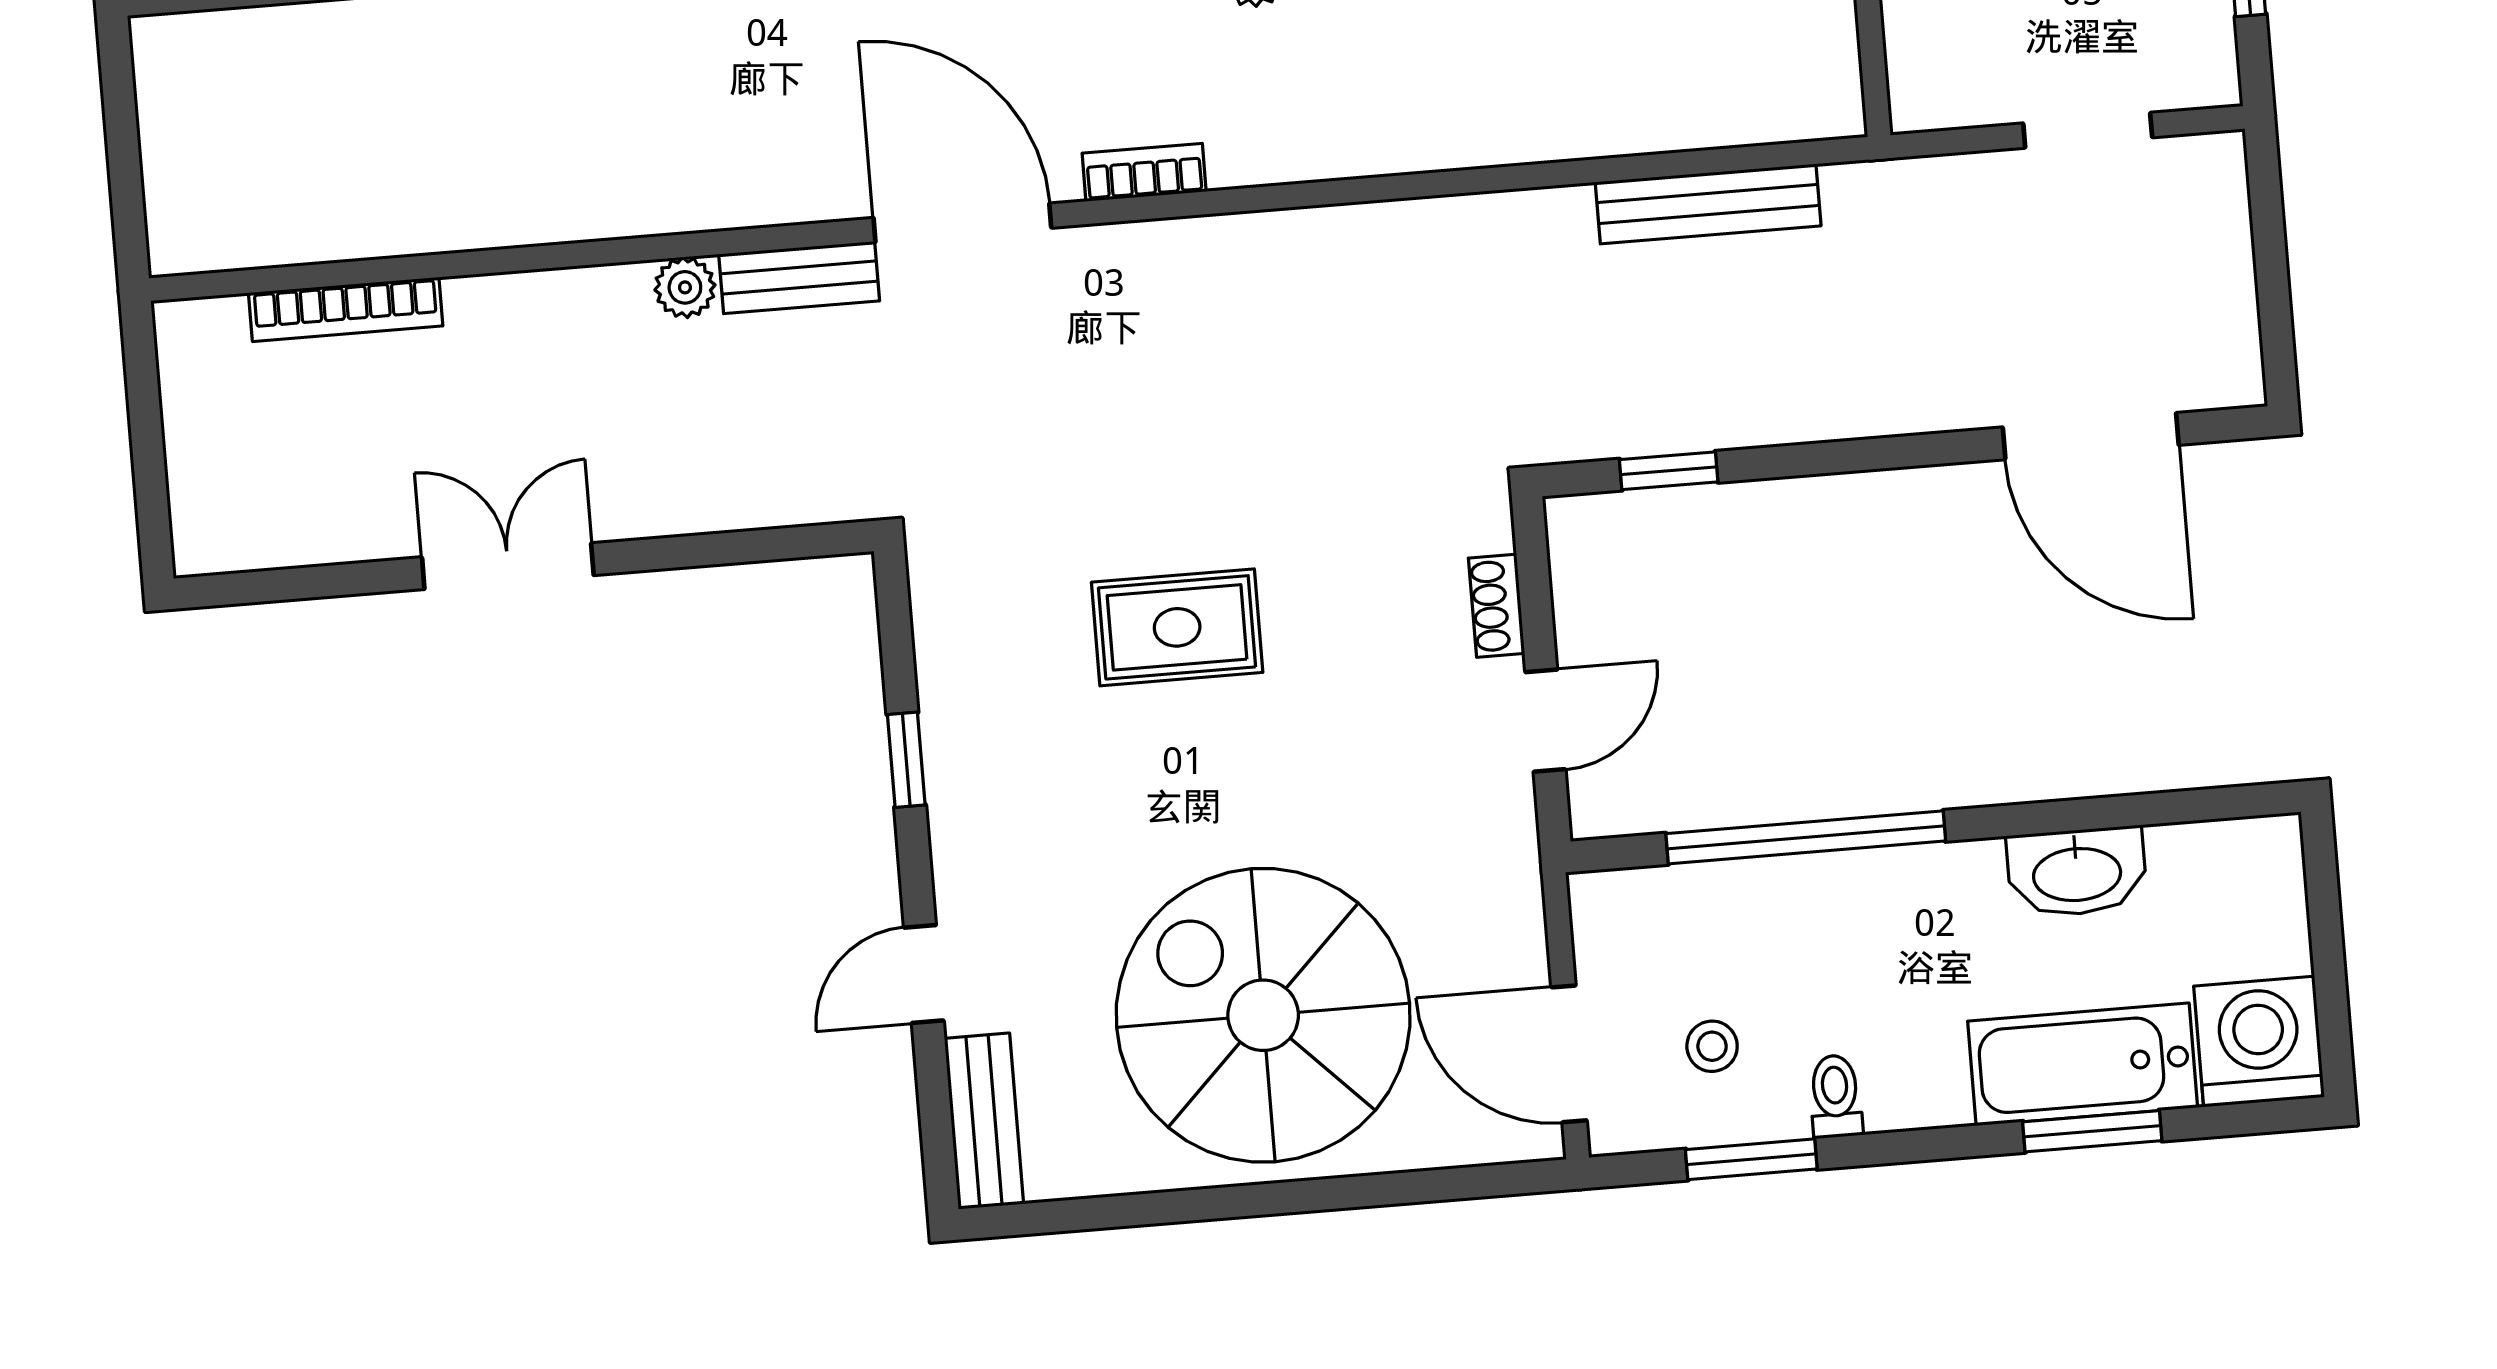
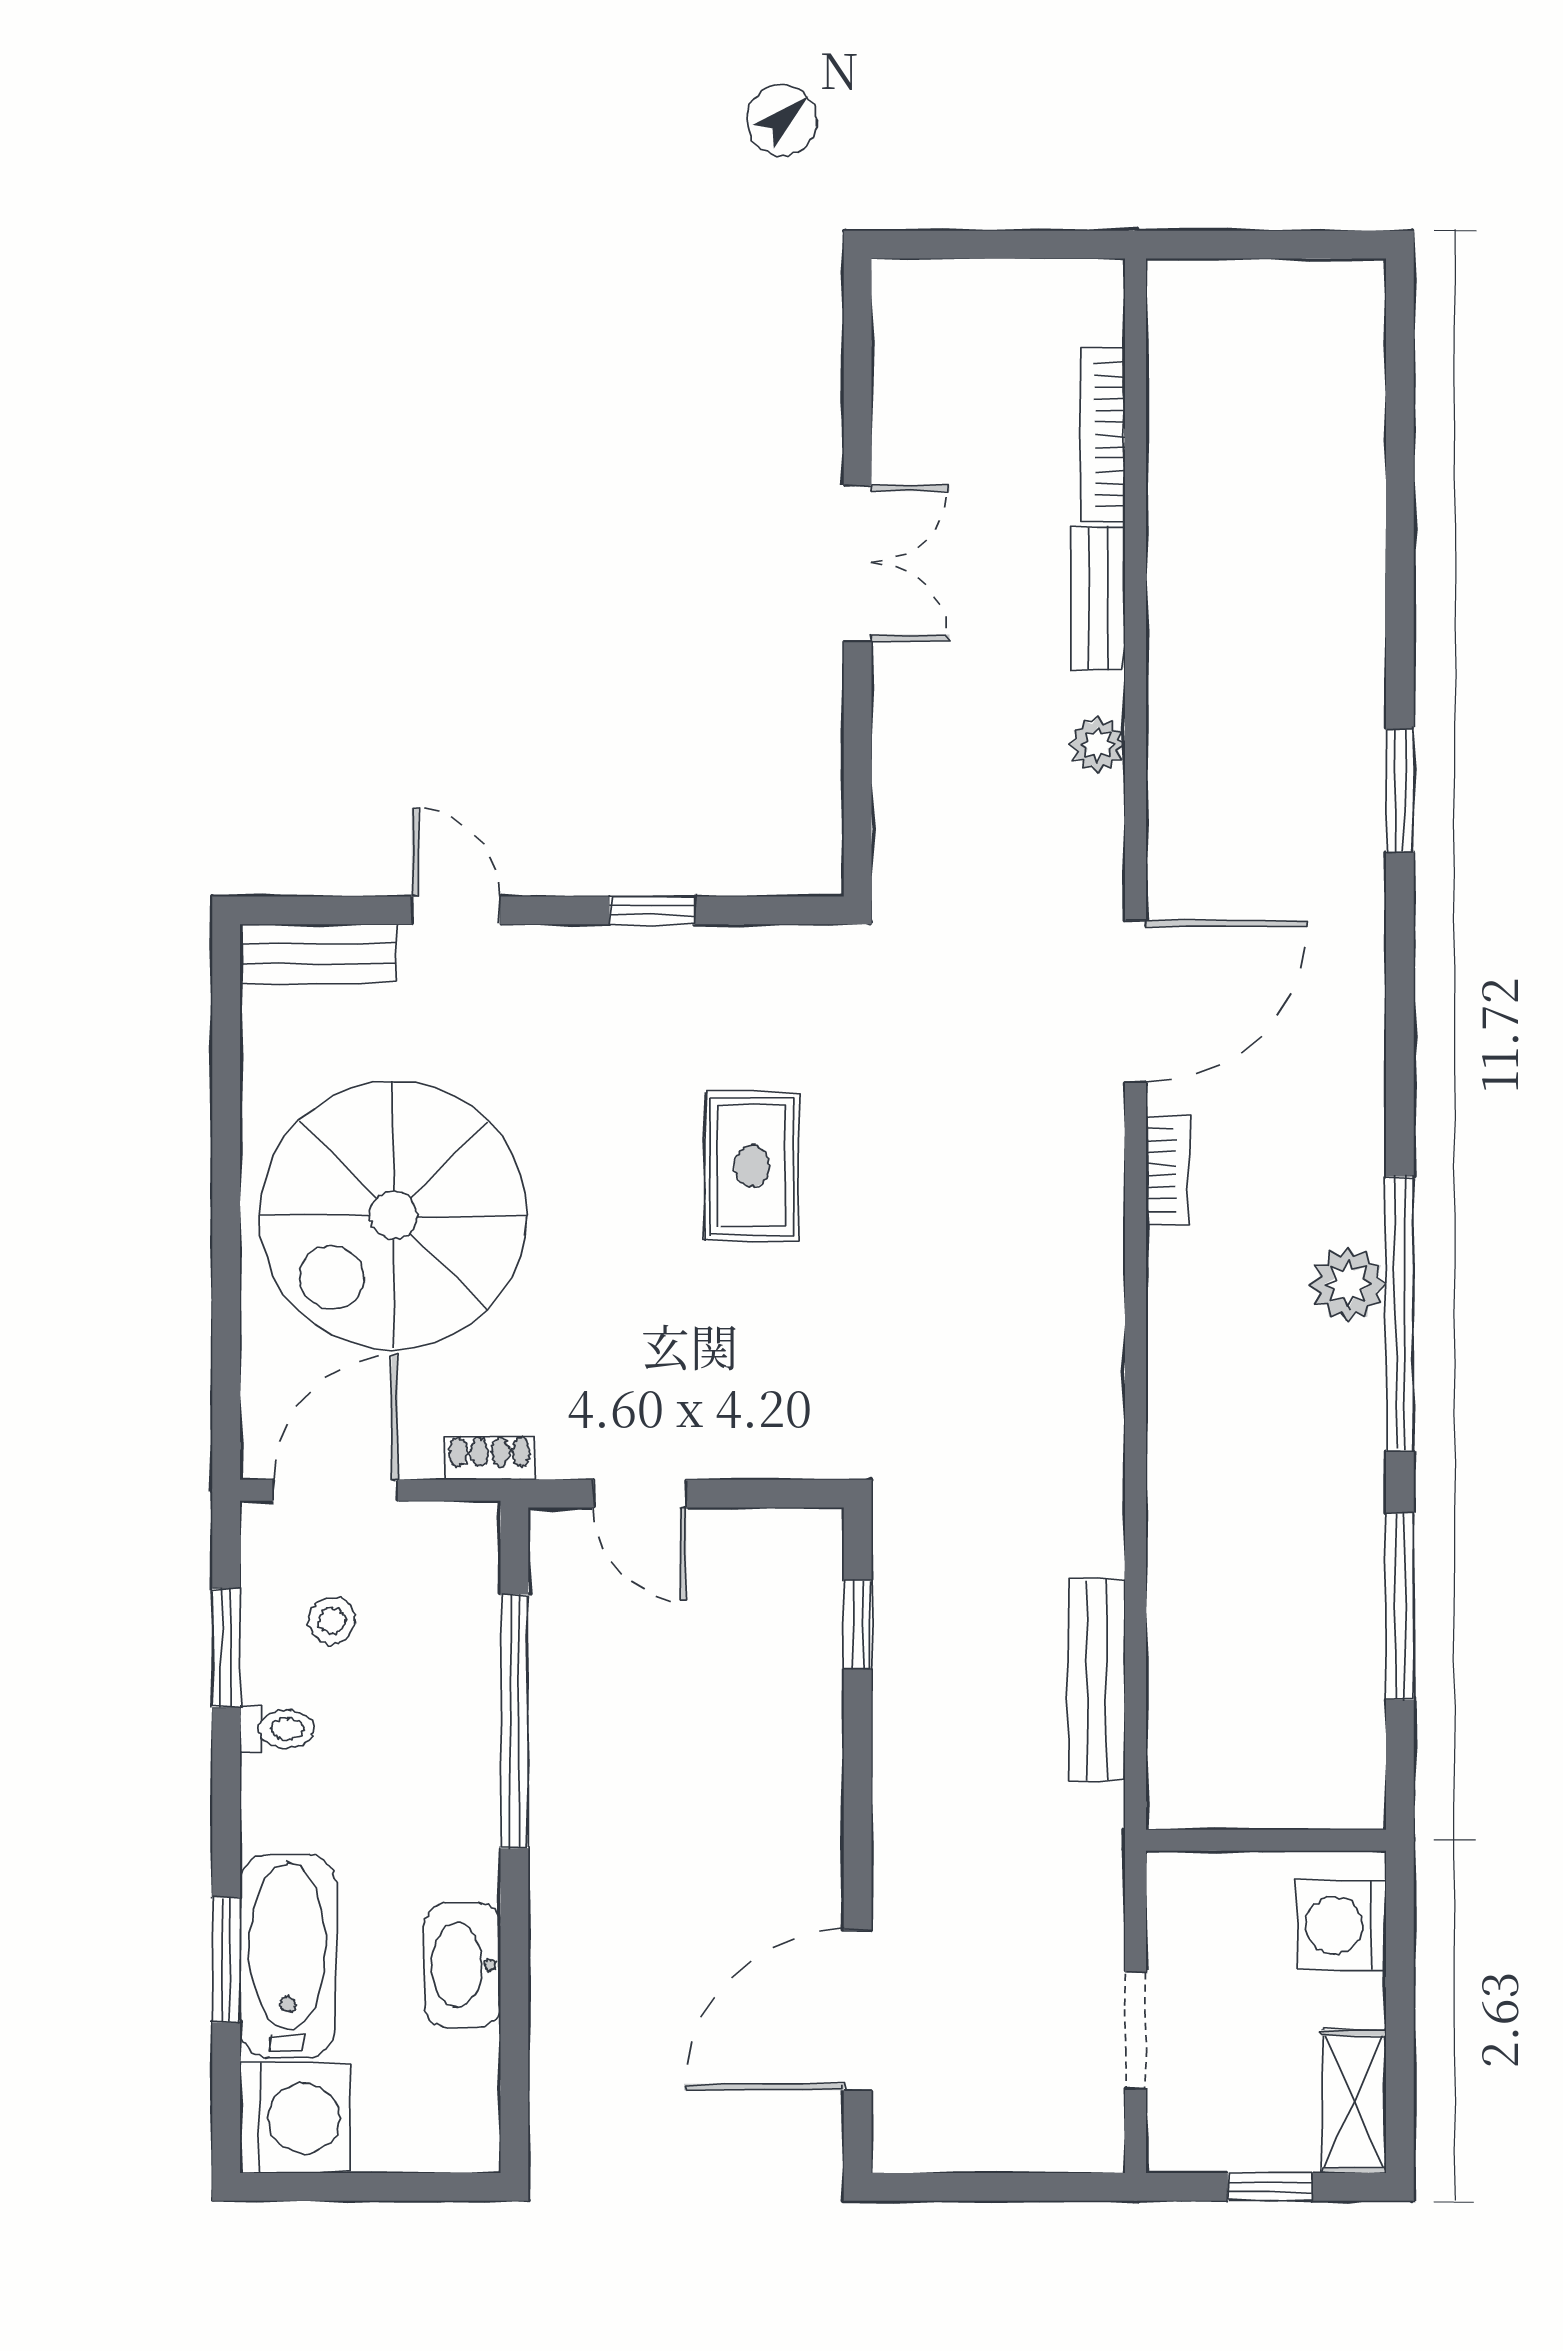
bench: (799, 278) -> (1098, 599), moved
shoe rack: (1497, 606) -> (490, 1458), moved
spiral stairs: (1263, 1015) -> (393, 1215), turned 180

